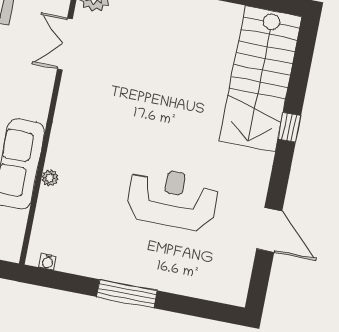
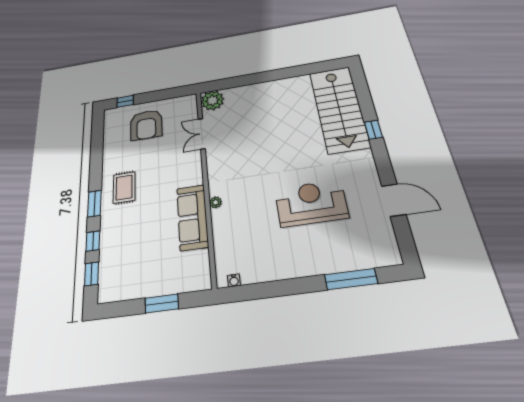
plant: (50, 178) -> (216, 202), moved
window: (127, 294) -> (351, 279), moved

